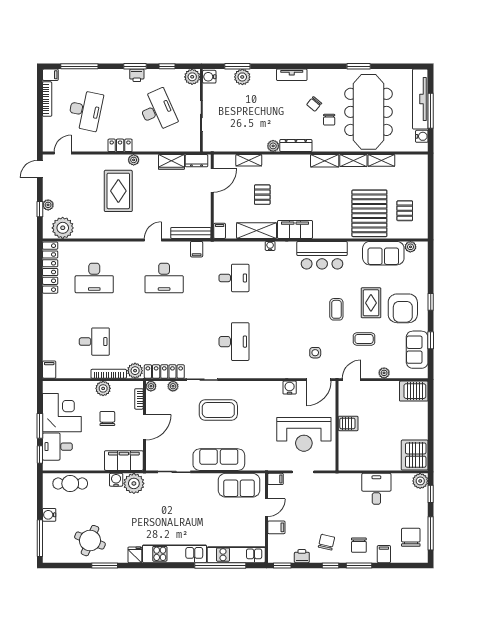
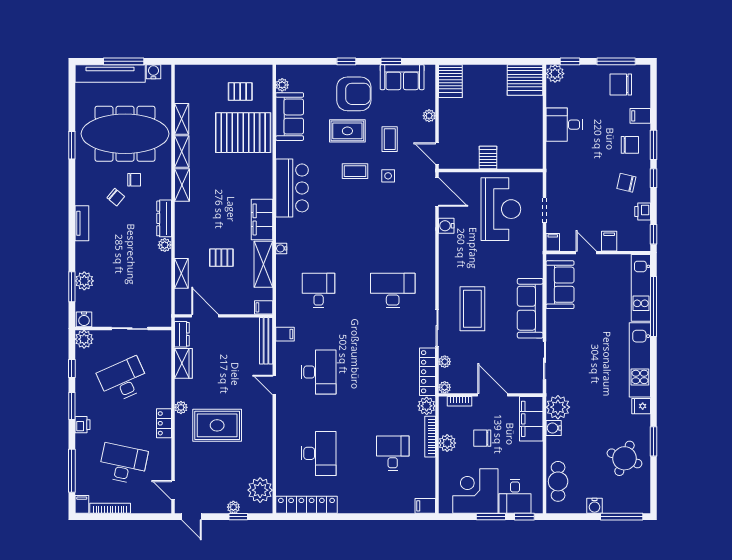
printer: (137, 75) -> (82, 425), moved
side table: (315, 353) -> (388, 176), moved

